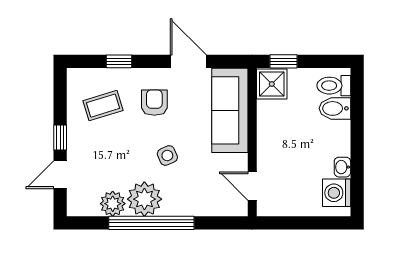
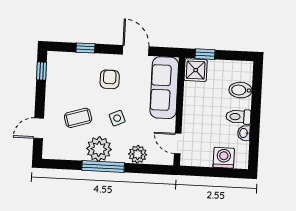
toilet: (334, 86) -> (238, 117), moved
coffee table: (103, 106) -> (78, 118), moved
window: (60, 138) -> (41, 71), moved
washing machine: (337, 193) -> (224, 158), moved, turned 90
plant: (113, 204) -> (138, 154), moved
window: (151, 223) -> (103, 167), width x0.68

